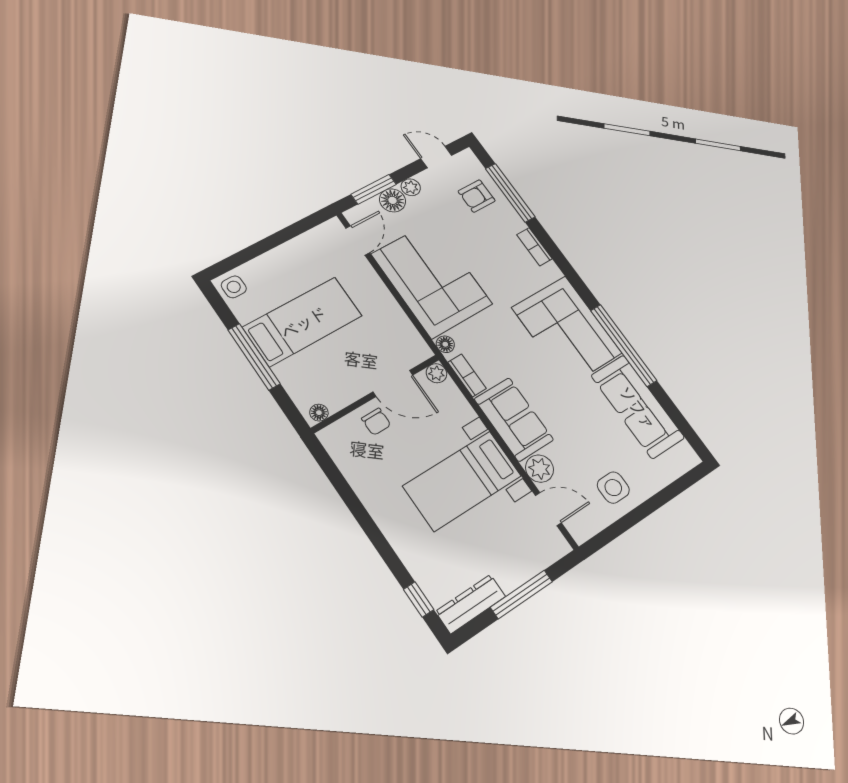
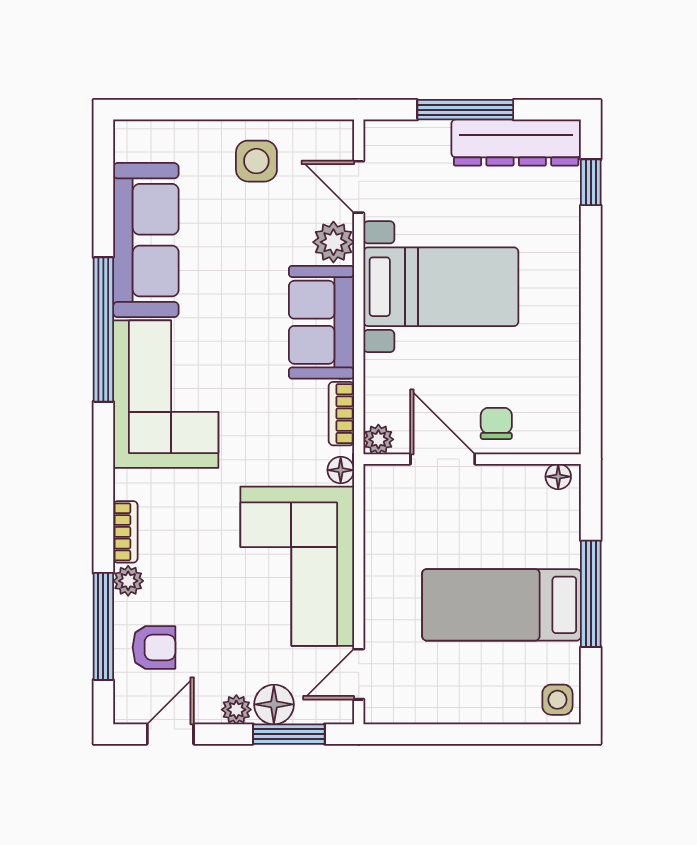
door: (436, 157) -> (170, 734), swing flipped
plant: (515, 223) -> (128, 581), added
dresser: (471, 604) -> (516, 143), width x1.37, depth x1.24

